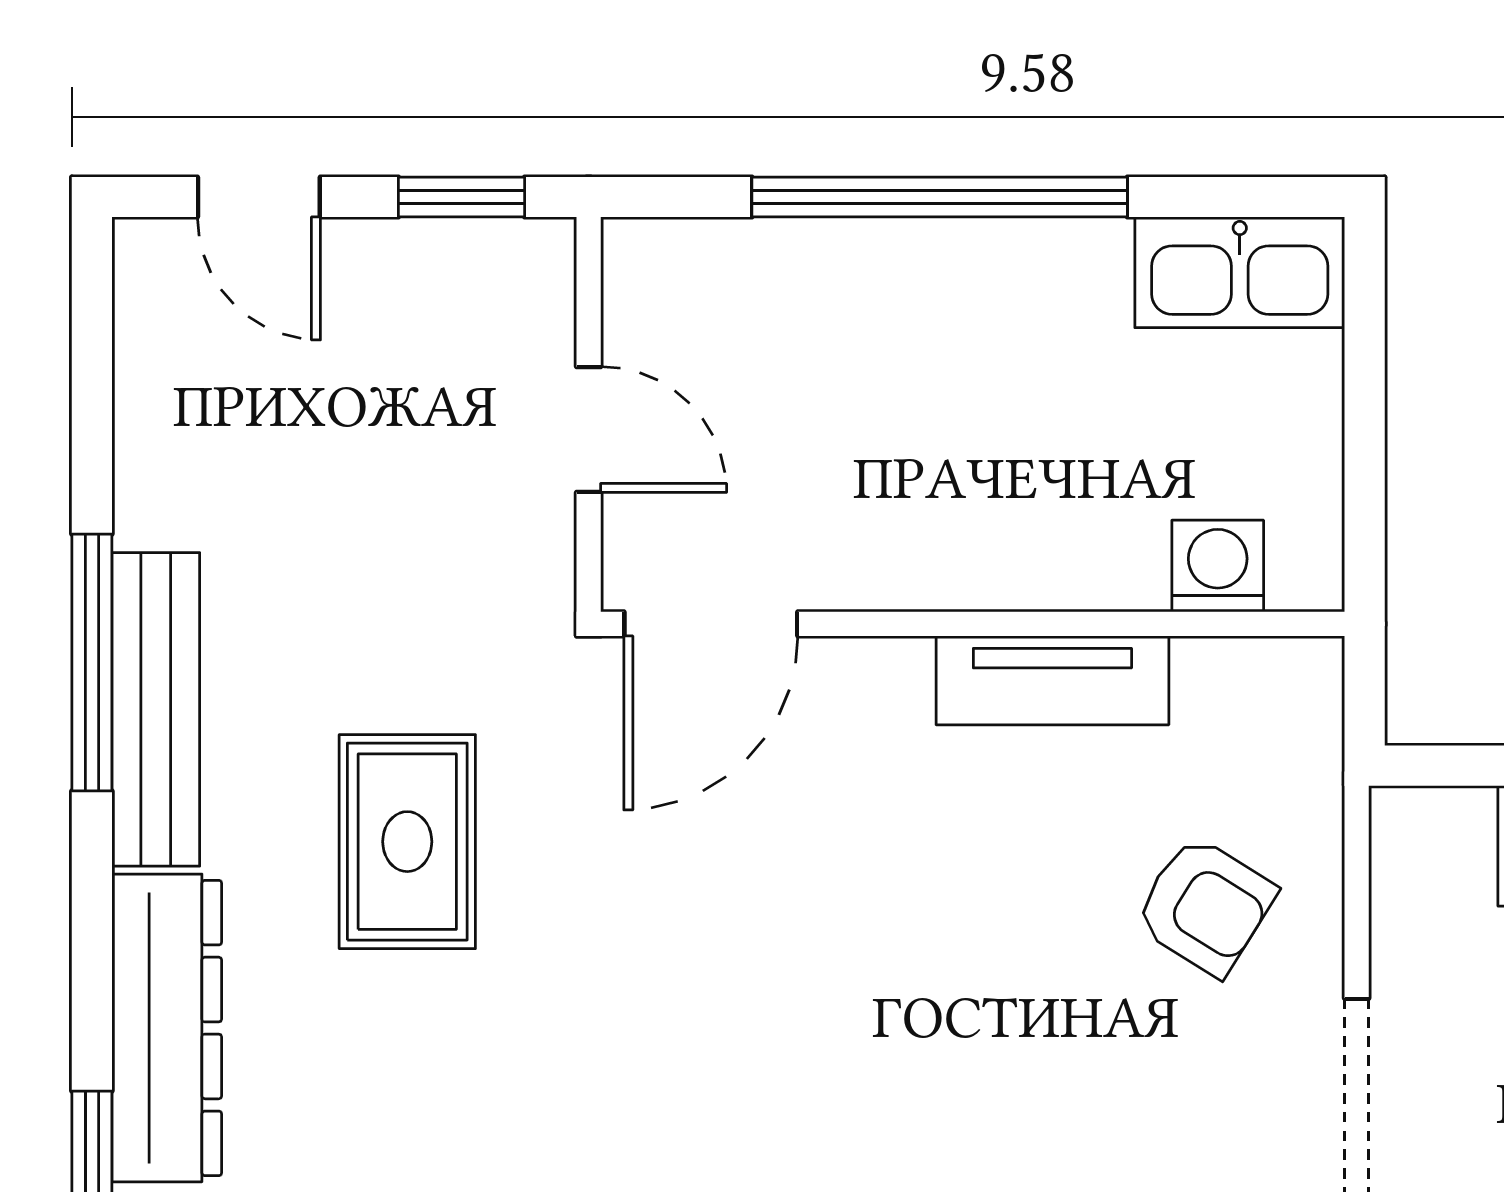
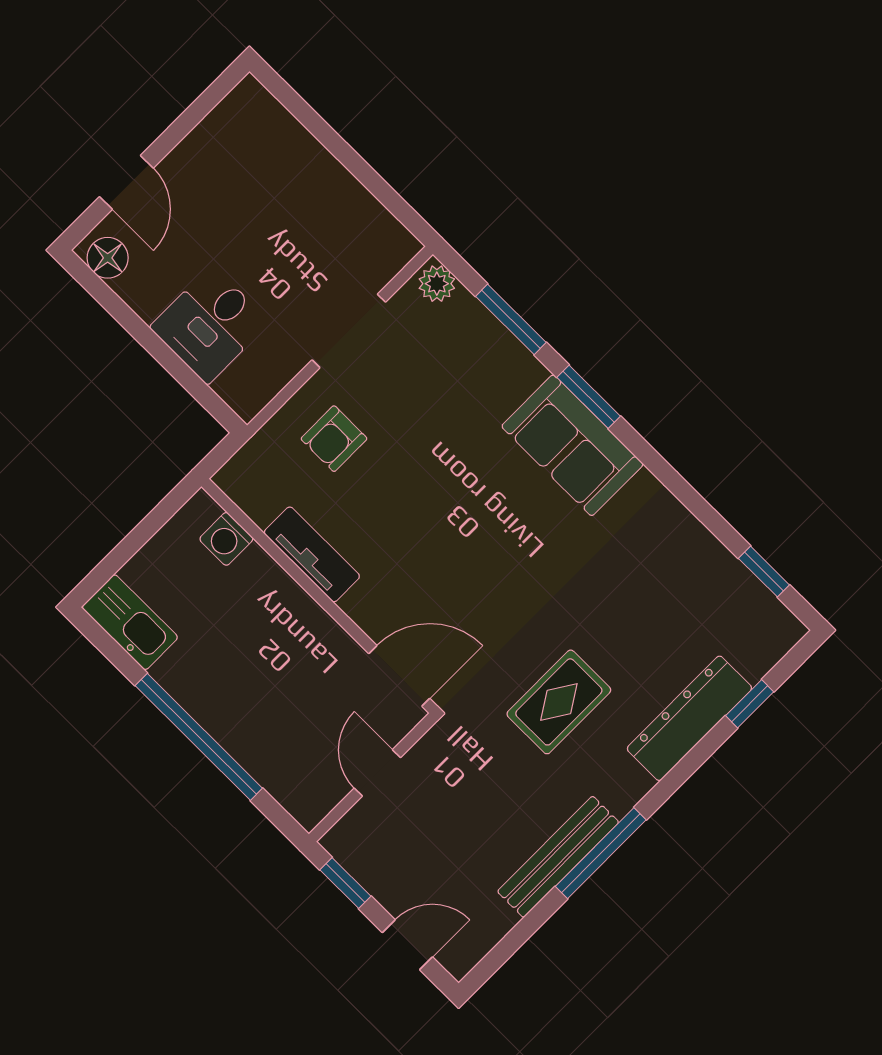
door: (259, 197) -> (407, 945), hinge flipped
bench: (156, 709) -> (558, 857), moved
armchair: (1205, 906) -> (334, 439), turned -122

